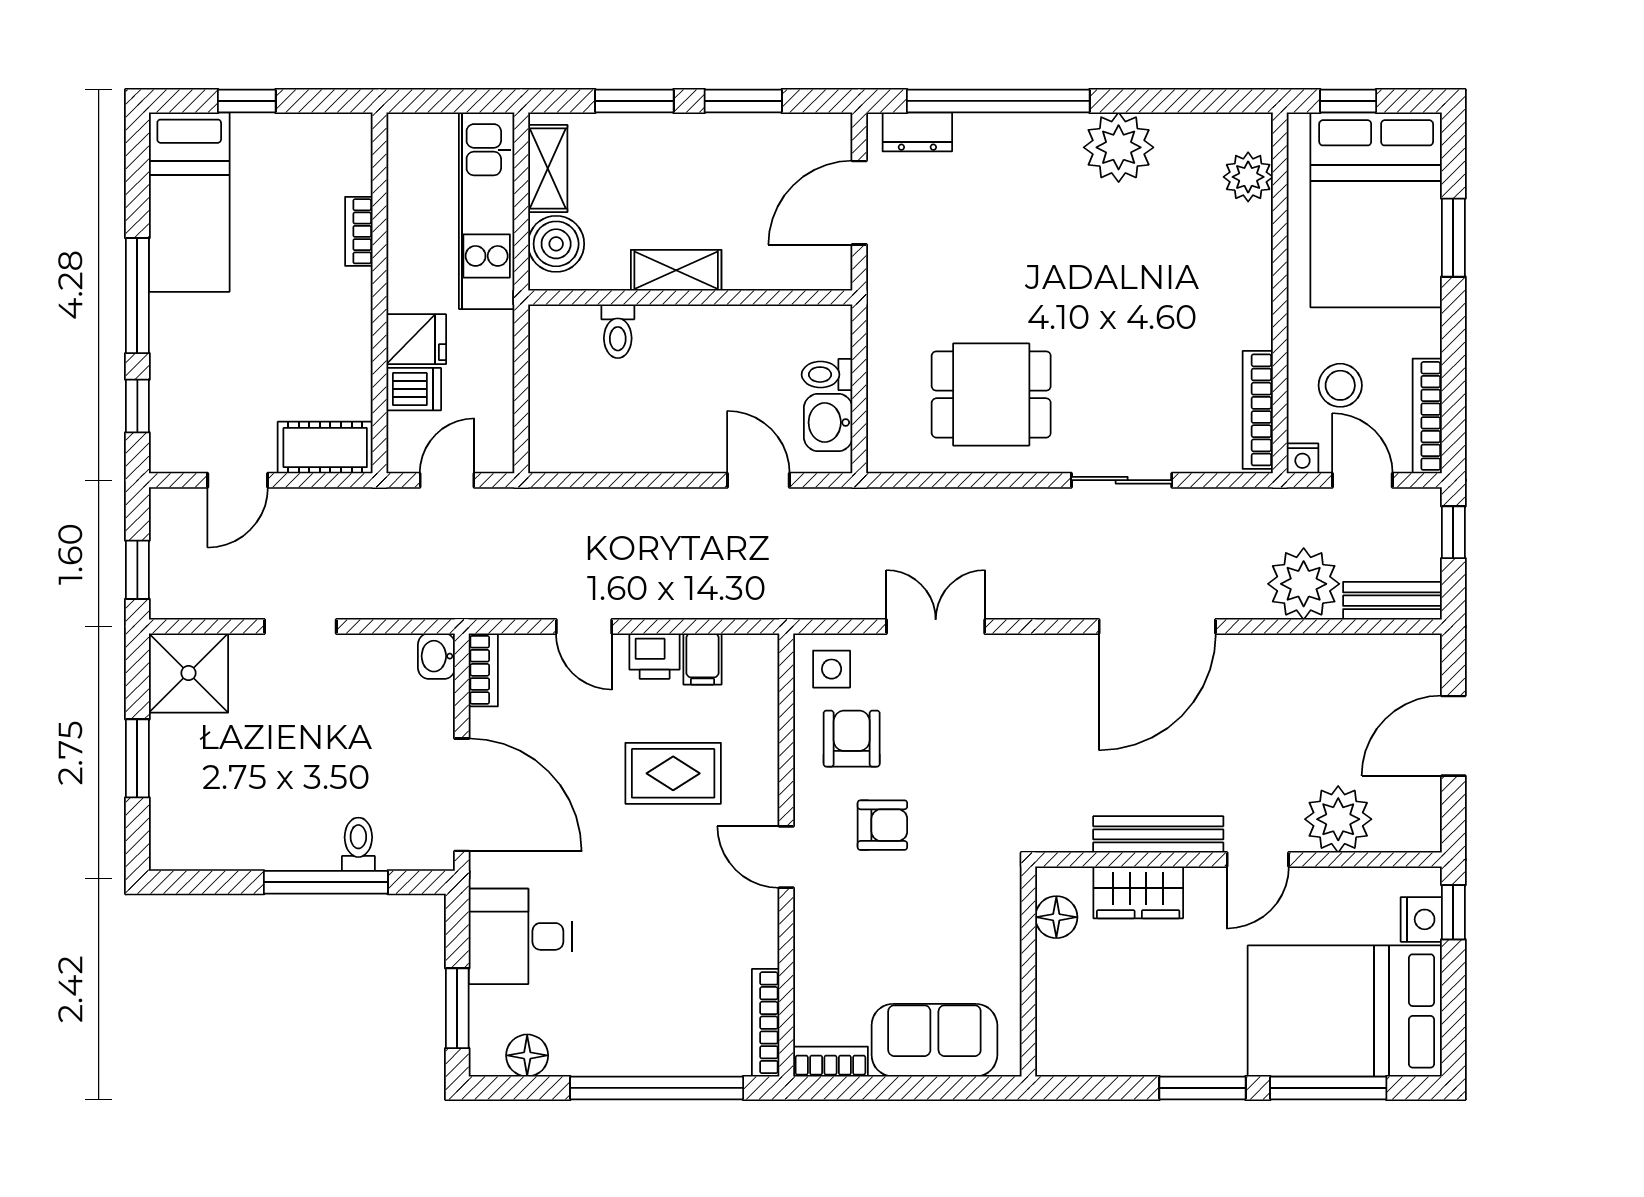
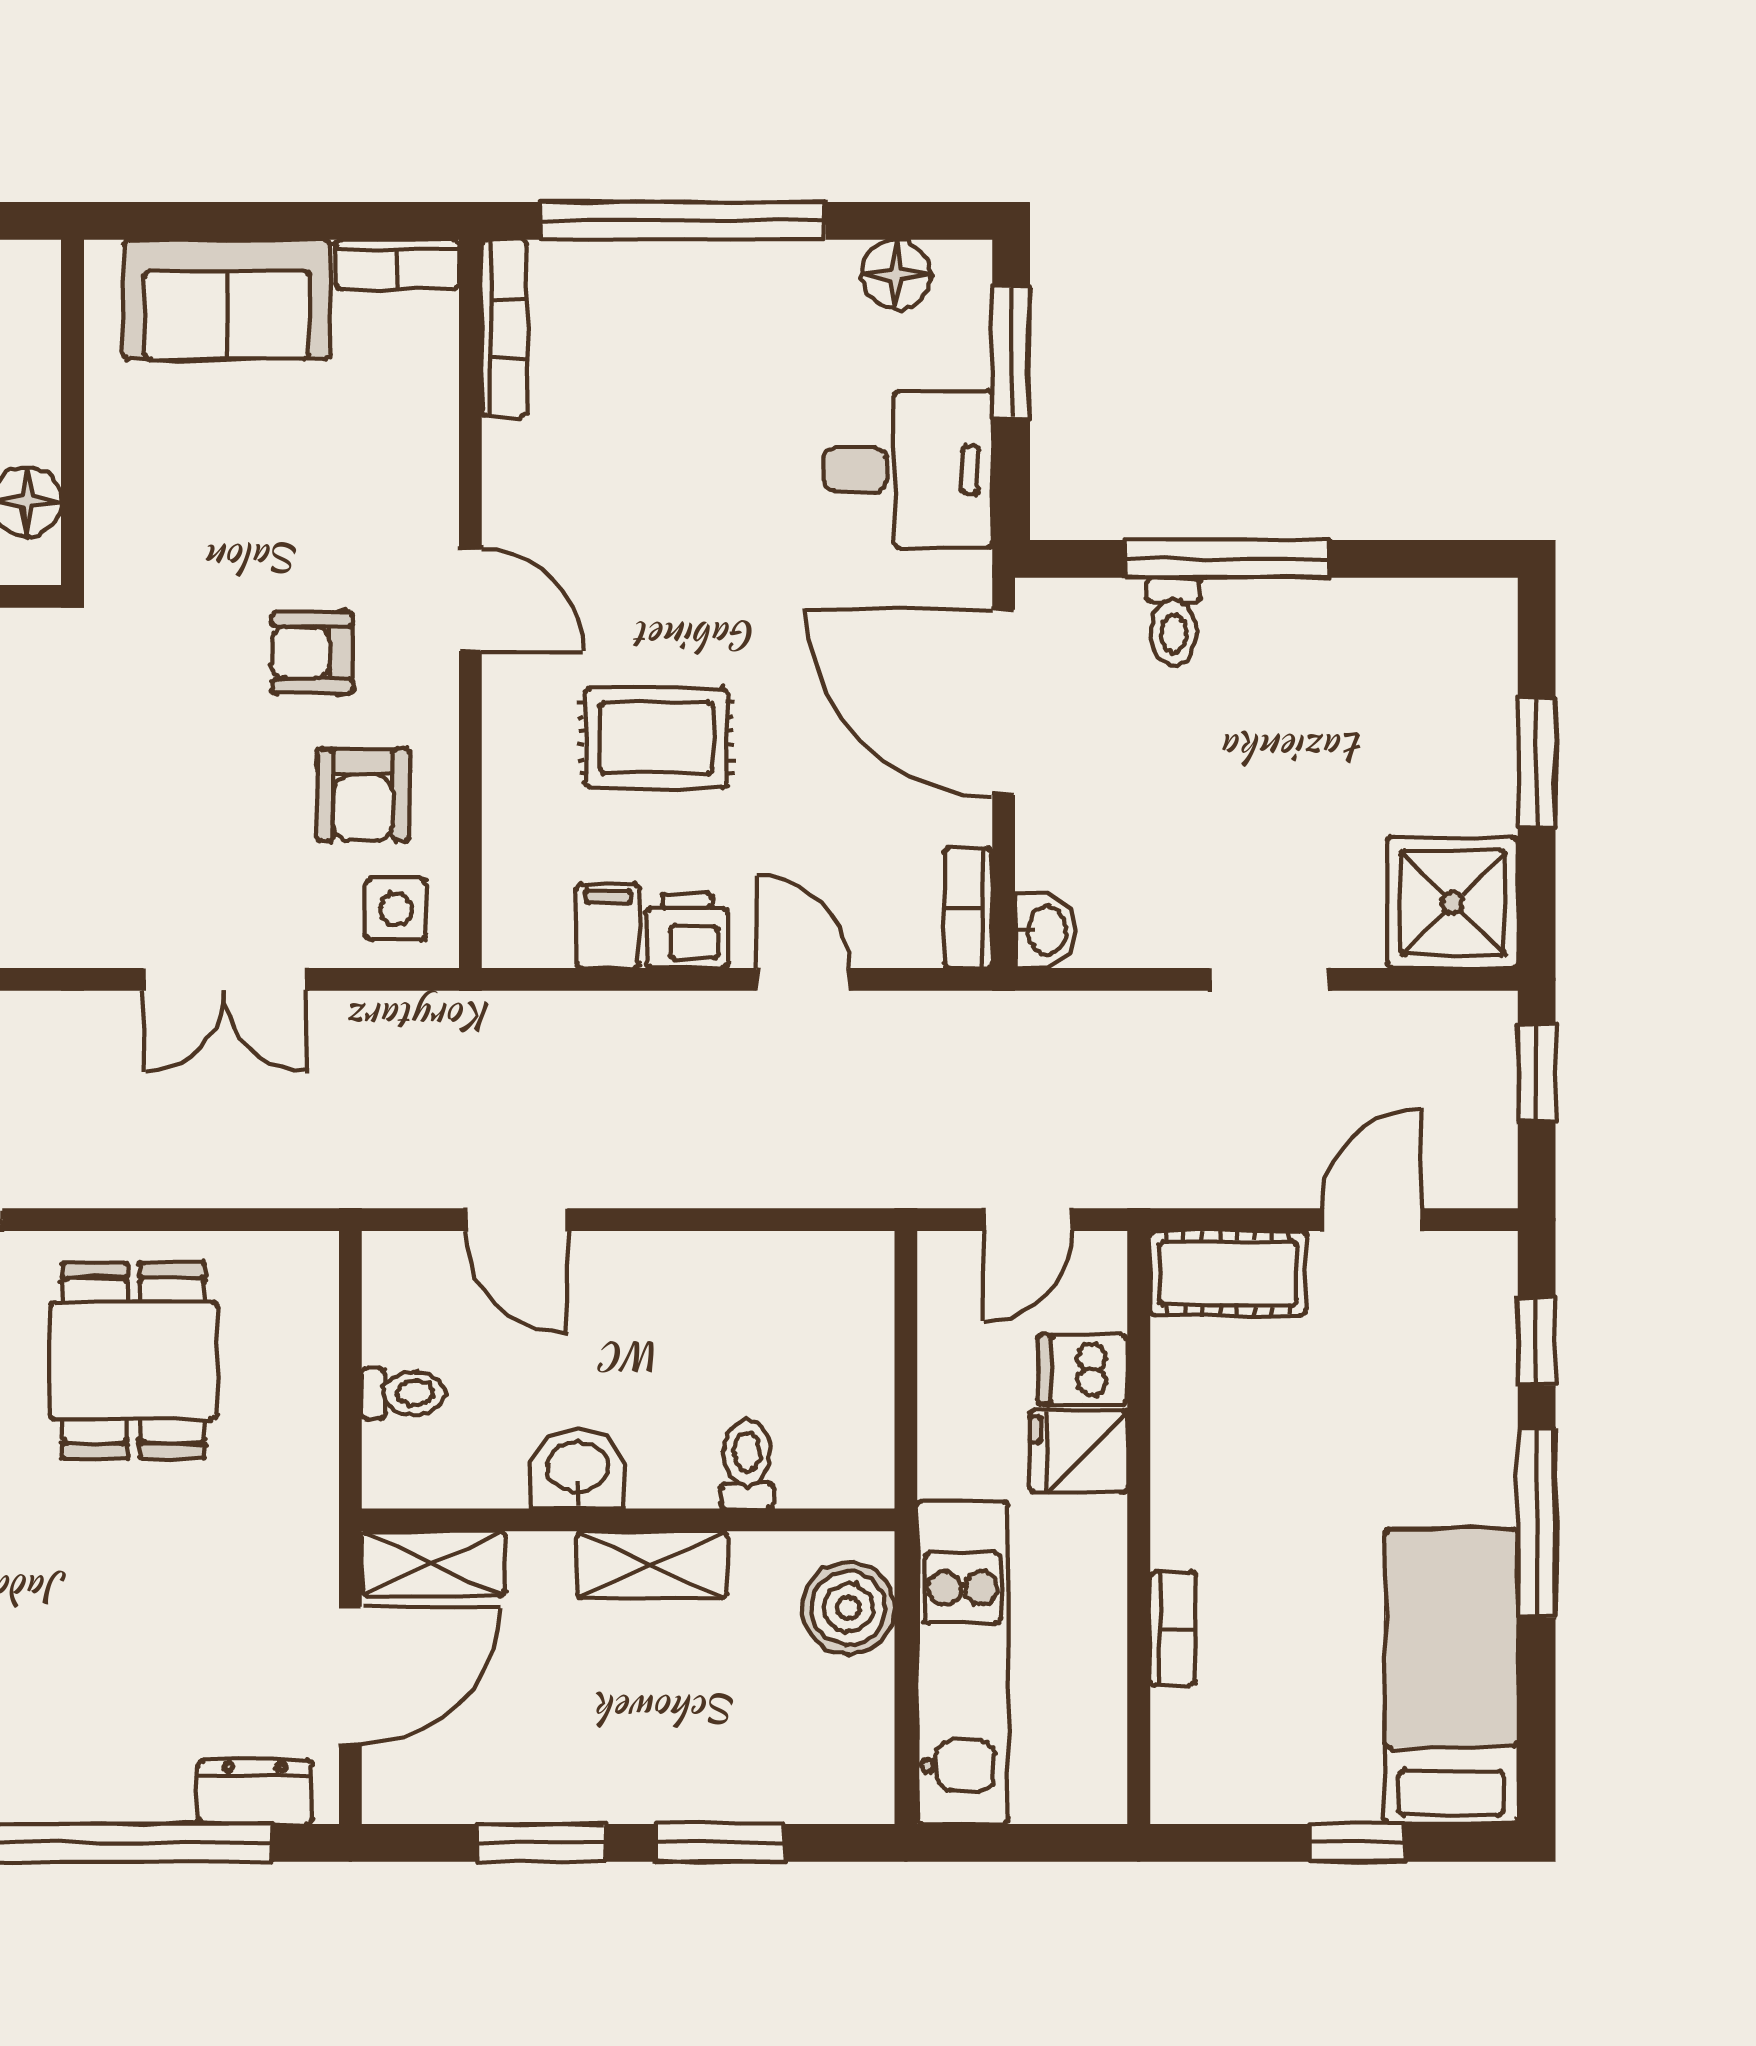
shelving: (548, 169) -> (433, 1563), moved, turned 90
dining table: (991, 394) -> (134, 1360), turned 90
washbasin: (828, 422) -> (578, 1469), moved, turned -90

